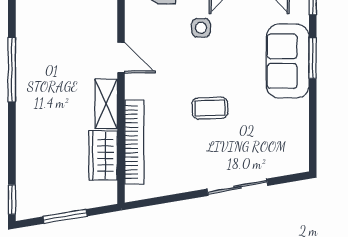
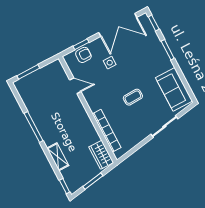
door: (121, 58) -> (75, 86), moved
sofa: (288, 61) -> (174, 89), moved
shelving: (106, 104) -> (58, 157), moved
wardrobe: (103, 155) -> (101, 155), moved

